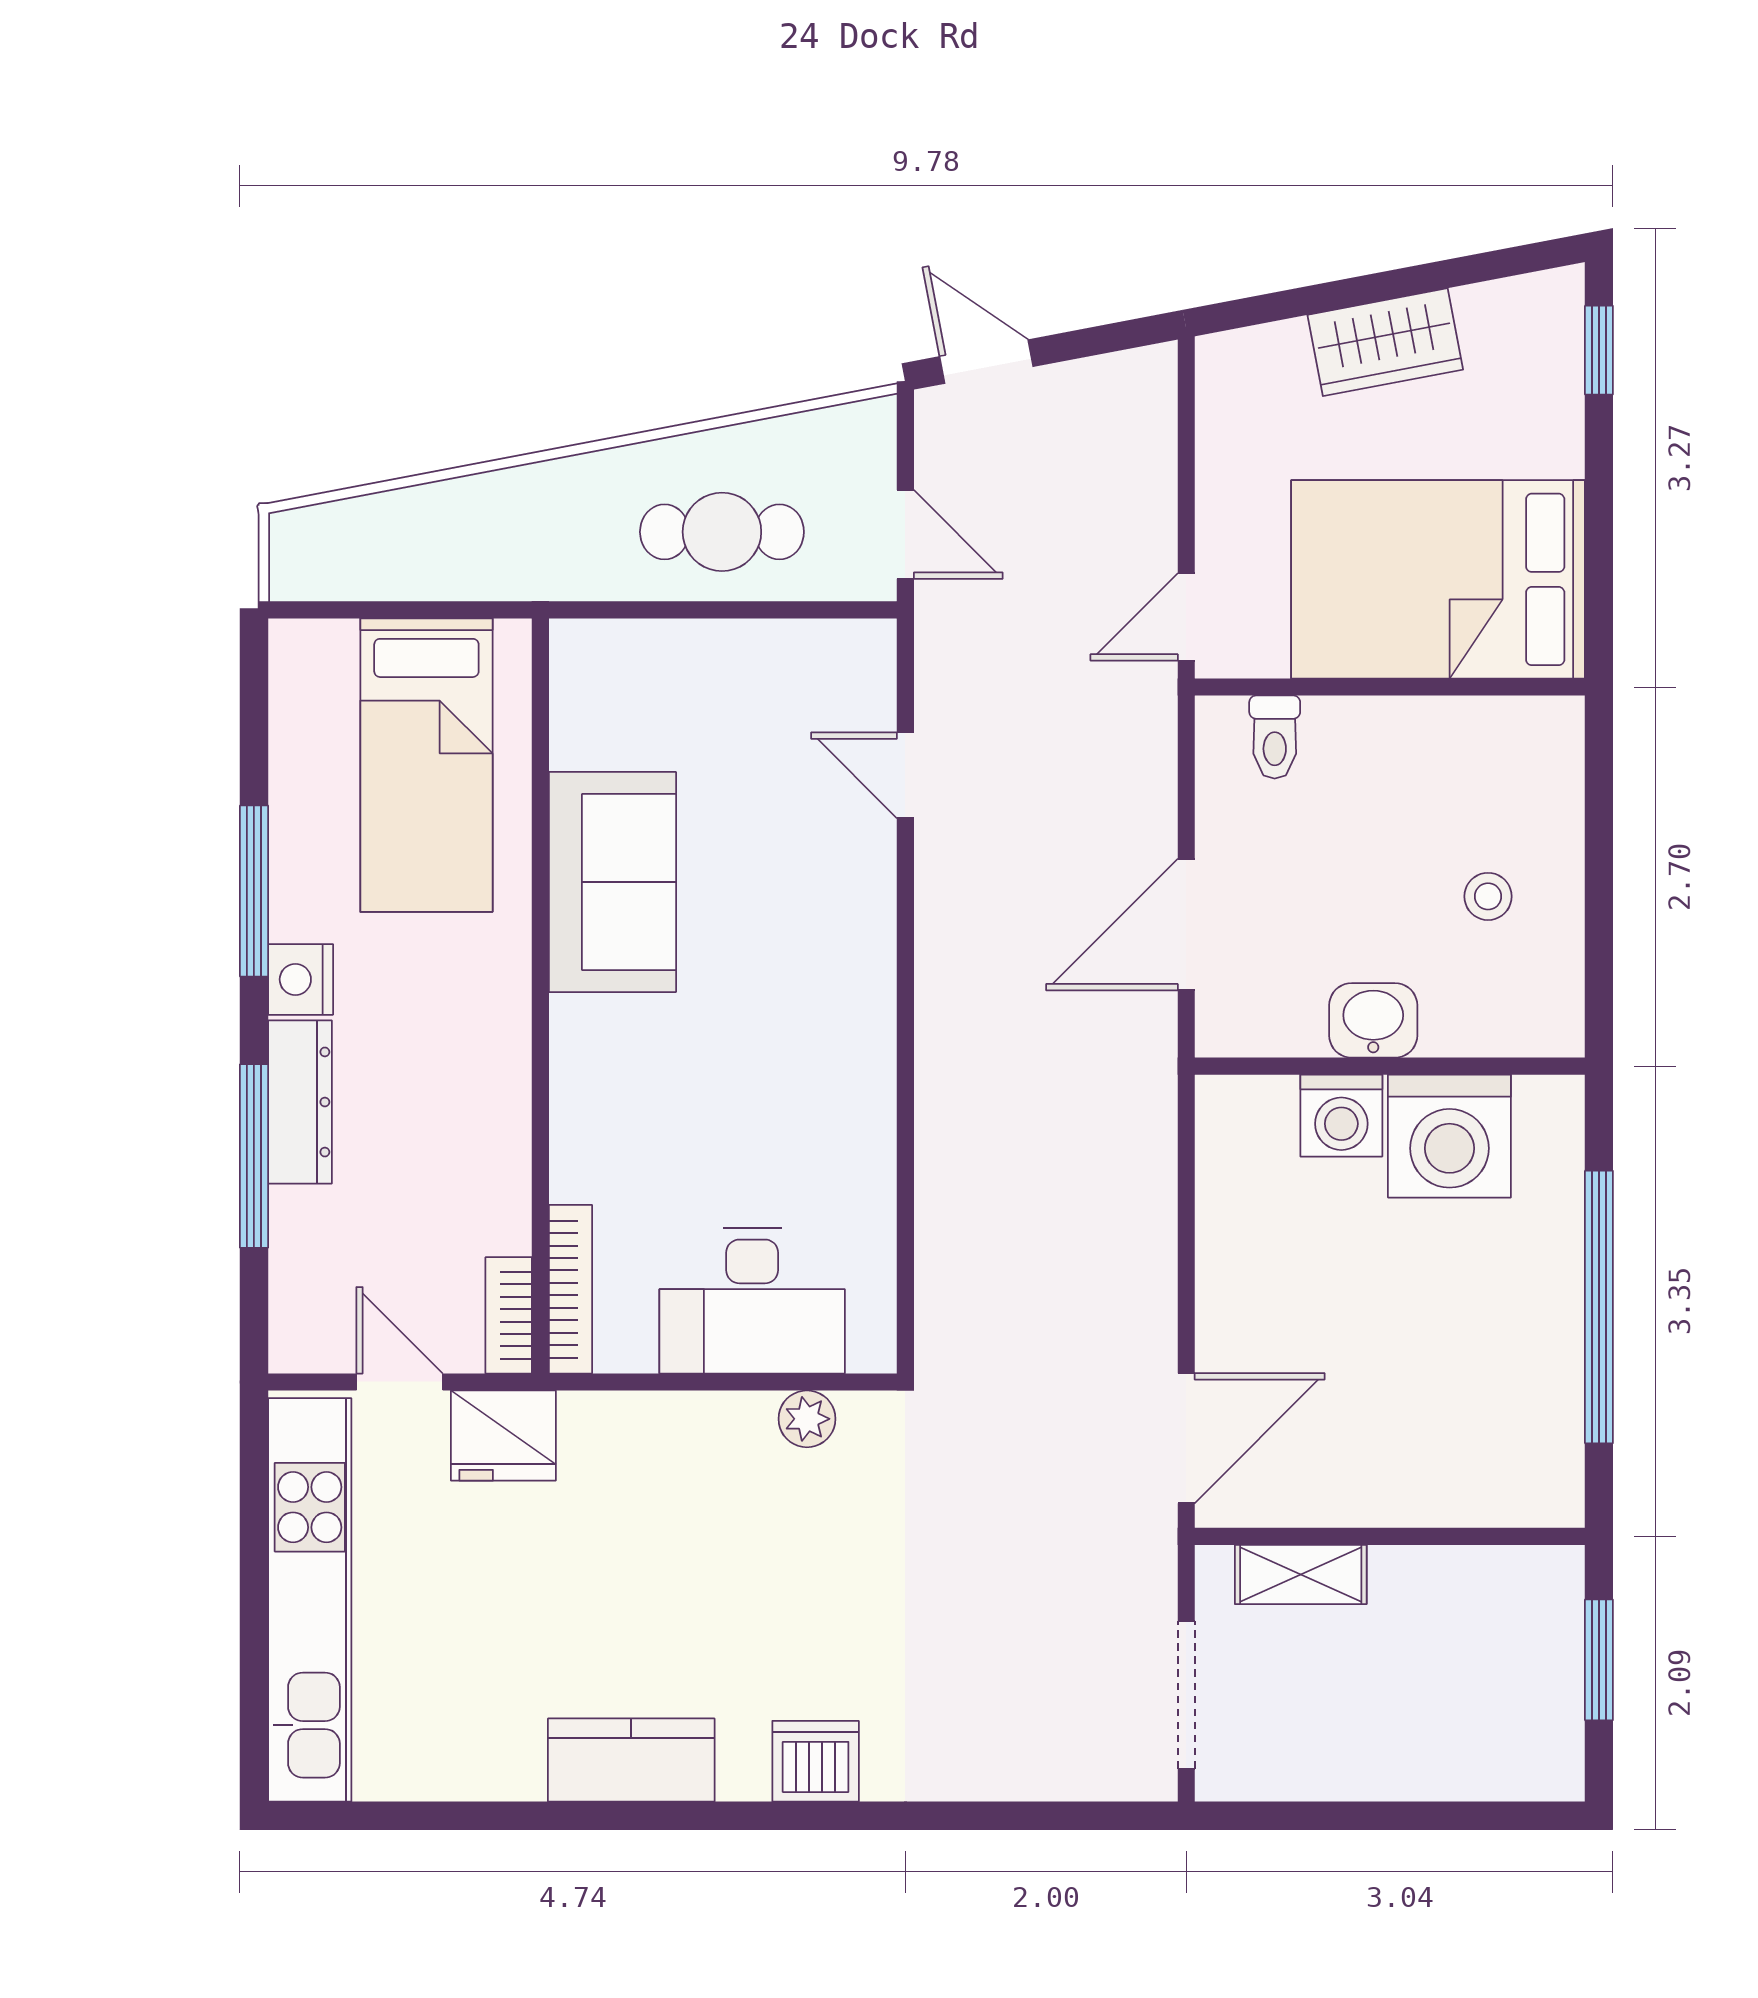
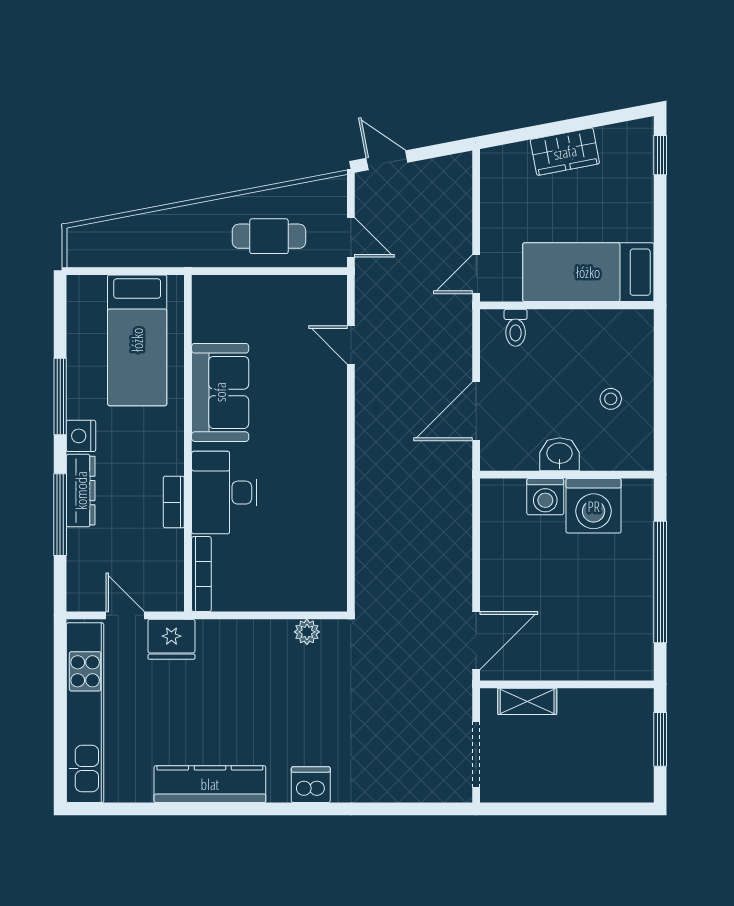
bed: (1438, 579) -> (588, 272), width x0.67
desk: (752, 1301) -> (224, 493), moved, turned 90
bookcase: (509, 1315) -> (174, 502), moved
kitchen counter: (631, 1760) -> (210, 784), width x1.50

